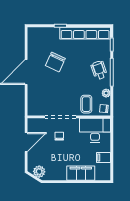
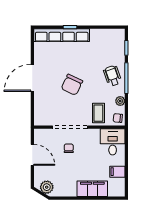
row of seats: (85, 33) -> (62, 35), moved
chair: (55, 62) -> (72, 85), moved
desk: (95, 130) -> (113, 142), width x0.73
door: (26, 142) -> (32, 155), hinge flipped

